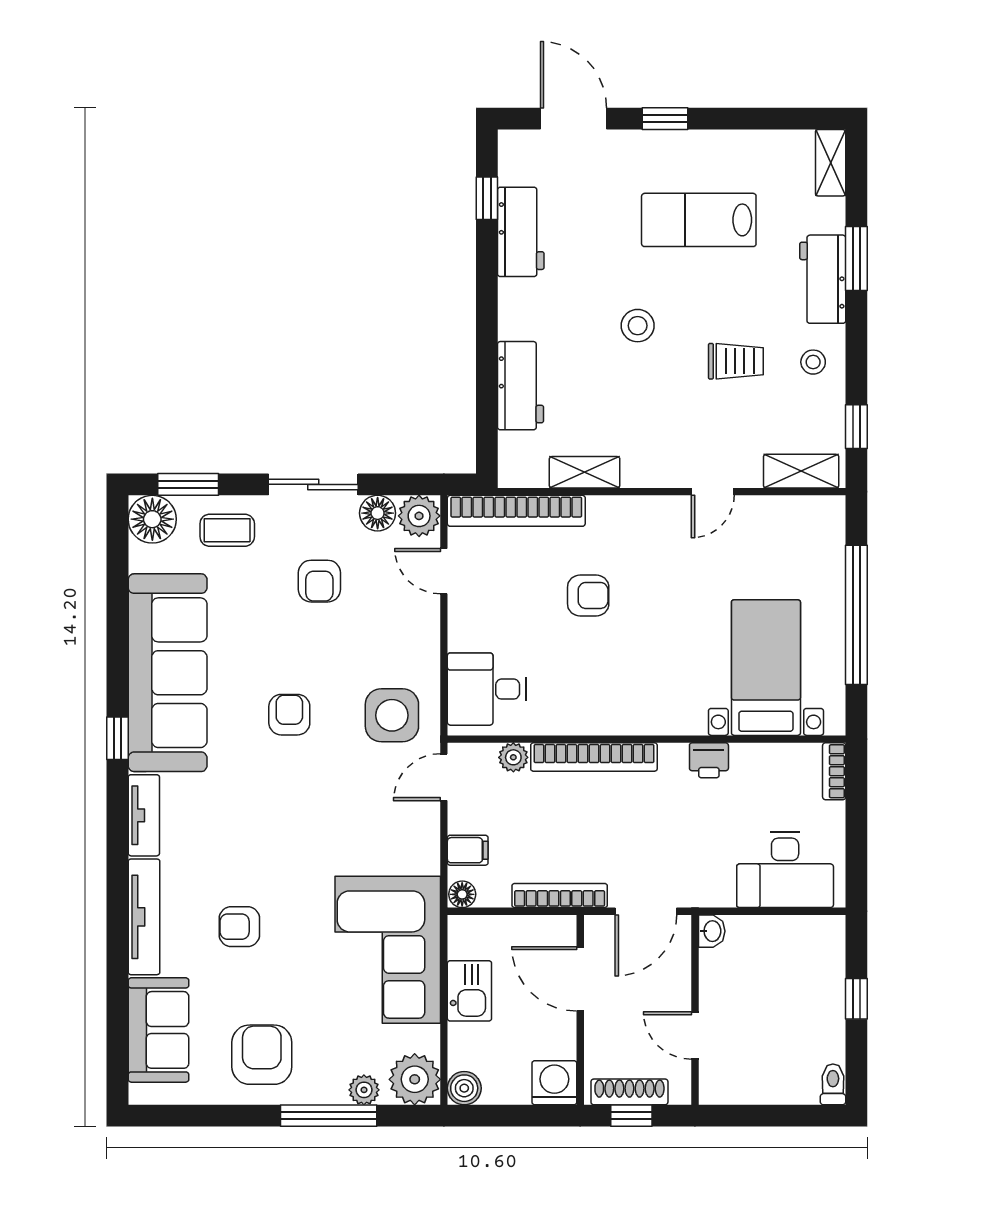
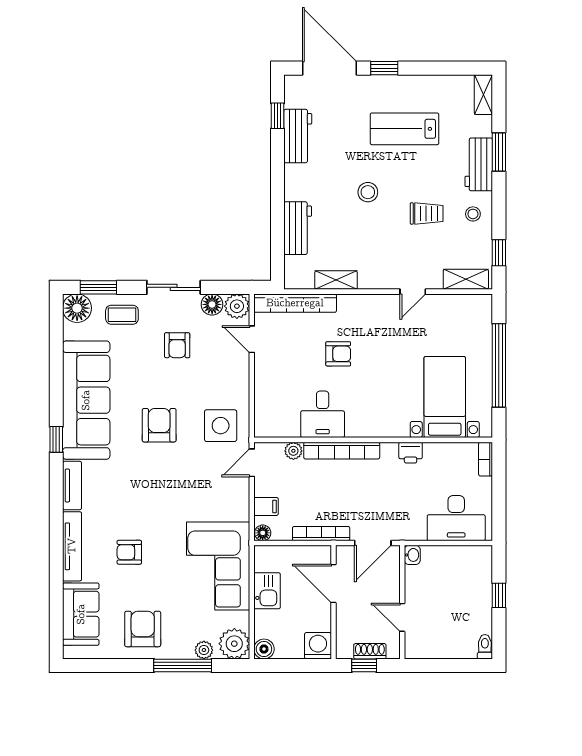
door: (574, 119) -> (329, 68), width x1.36
desk: (487, 689) -> (323, 414), moved, turned -90
armchair: (289, 715) -> (159, 425), width x1.38, depth x1.38
shoe rack: (629, 1092) -> (370, 651), width x0.70

